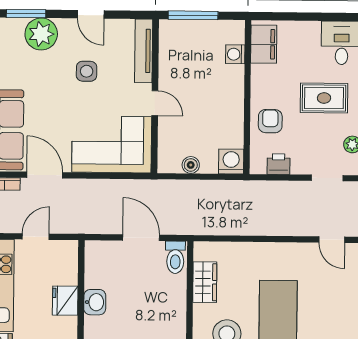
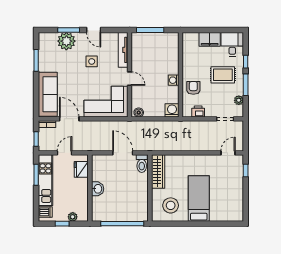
window: (26, 14) -> (69, 30), moved
filing cabinet: (264, 44) -> (210, 39), moved, turned 90
washing machine: (235, 54) -> (174, 80), moved
boiler: (191, 165) -> (139, 113), moved
door: (332, 240) -> (228, 153), swing flipped
wardrobe: (205, 282) -> (158, 172), width x1.50
fridge: (65, 301) -> (81, 169), moved

